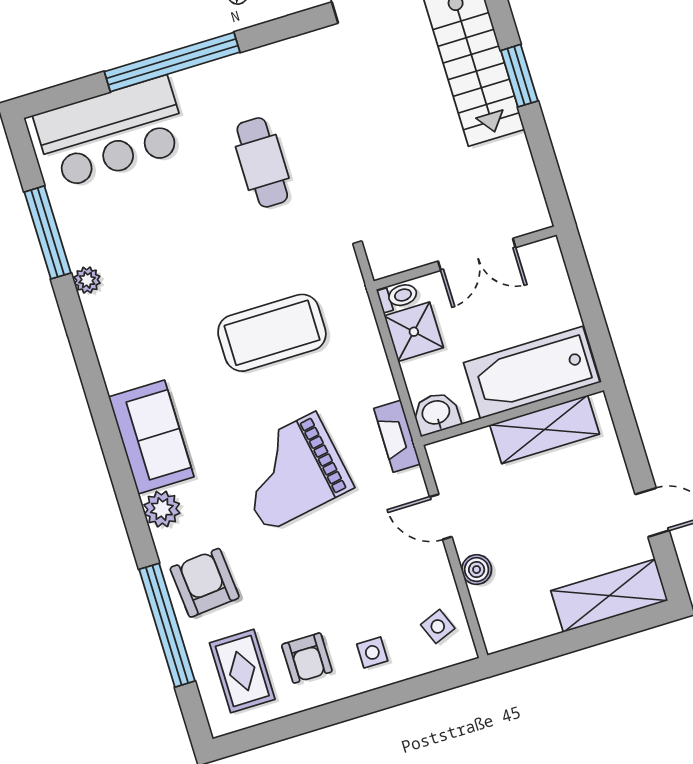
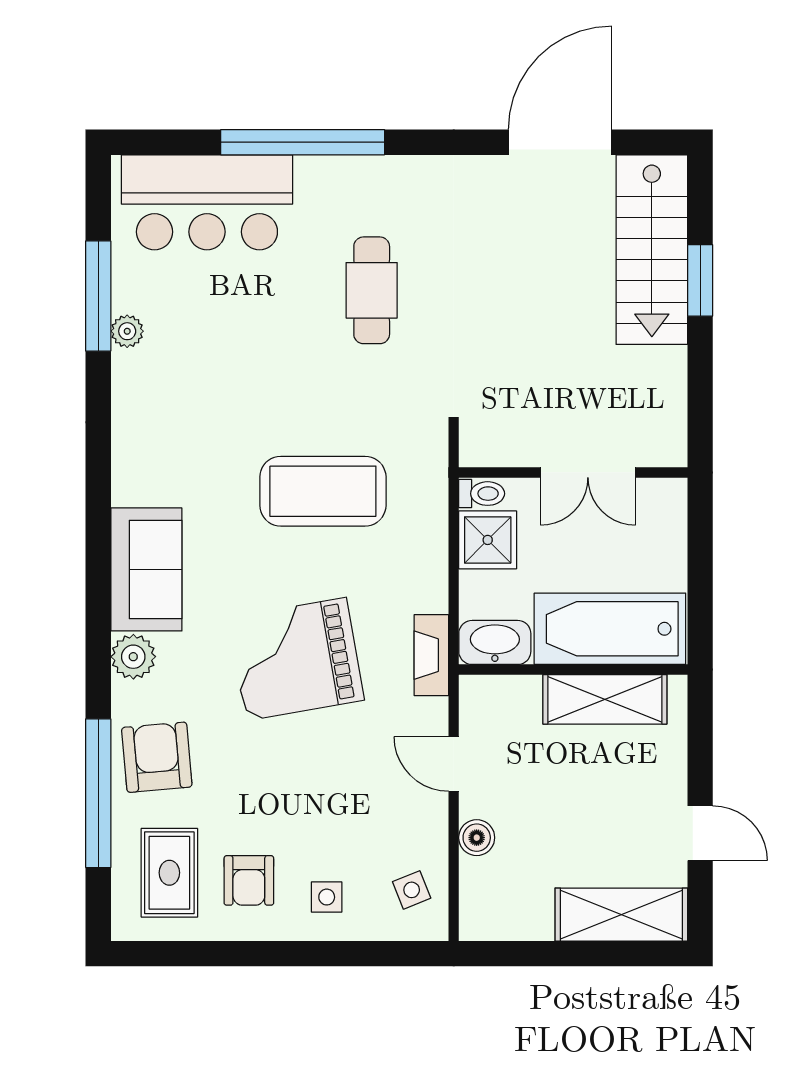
plant: (87, 280) -> (127, 331), moved
washbasin: (436, 413) -> (495, 642), width x1.38

